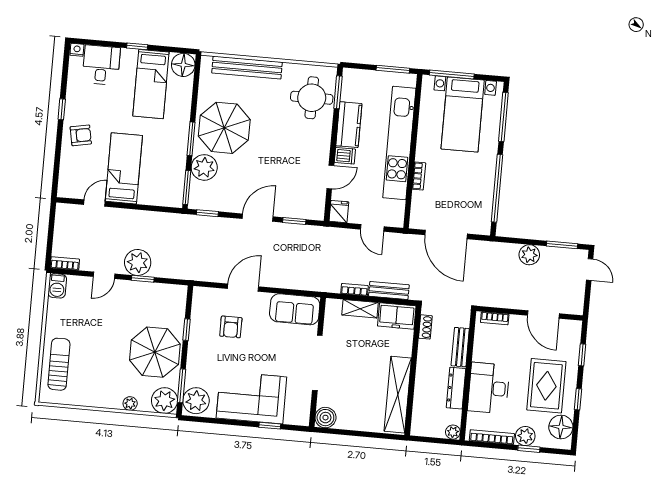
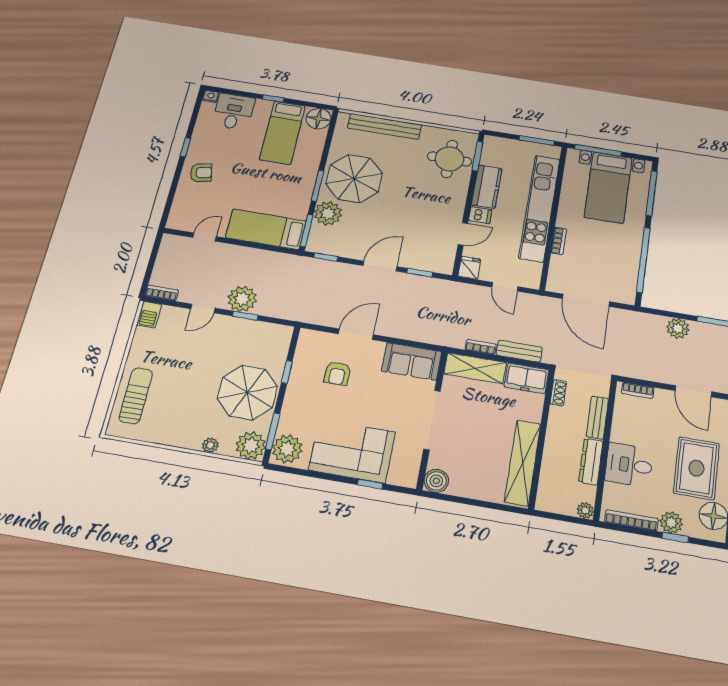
bed: (124, 168) -> (266, 229), moved, turned -90
shelving: (360, 309) -> (475, 368), width x1.50, depth x1.33
desk: (489, 388) -> (629, 465), width x0.73

